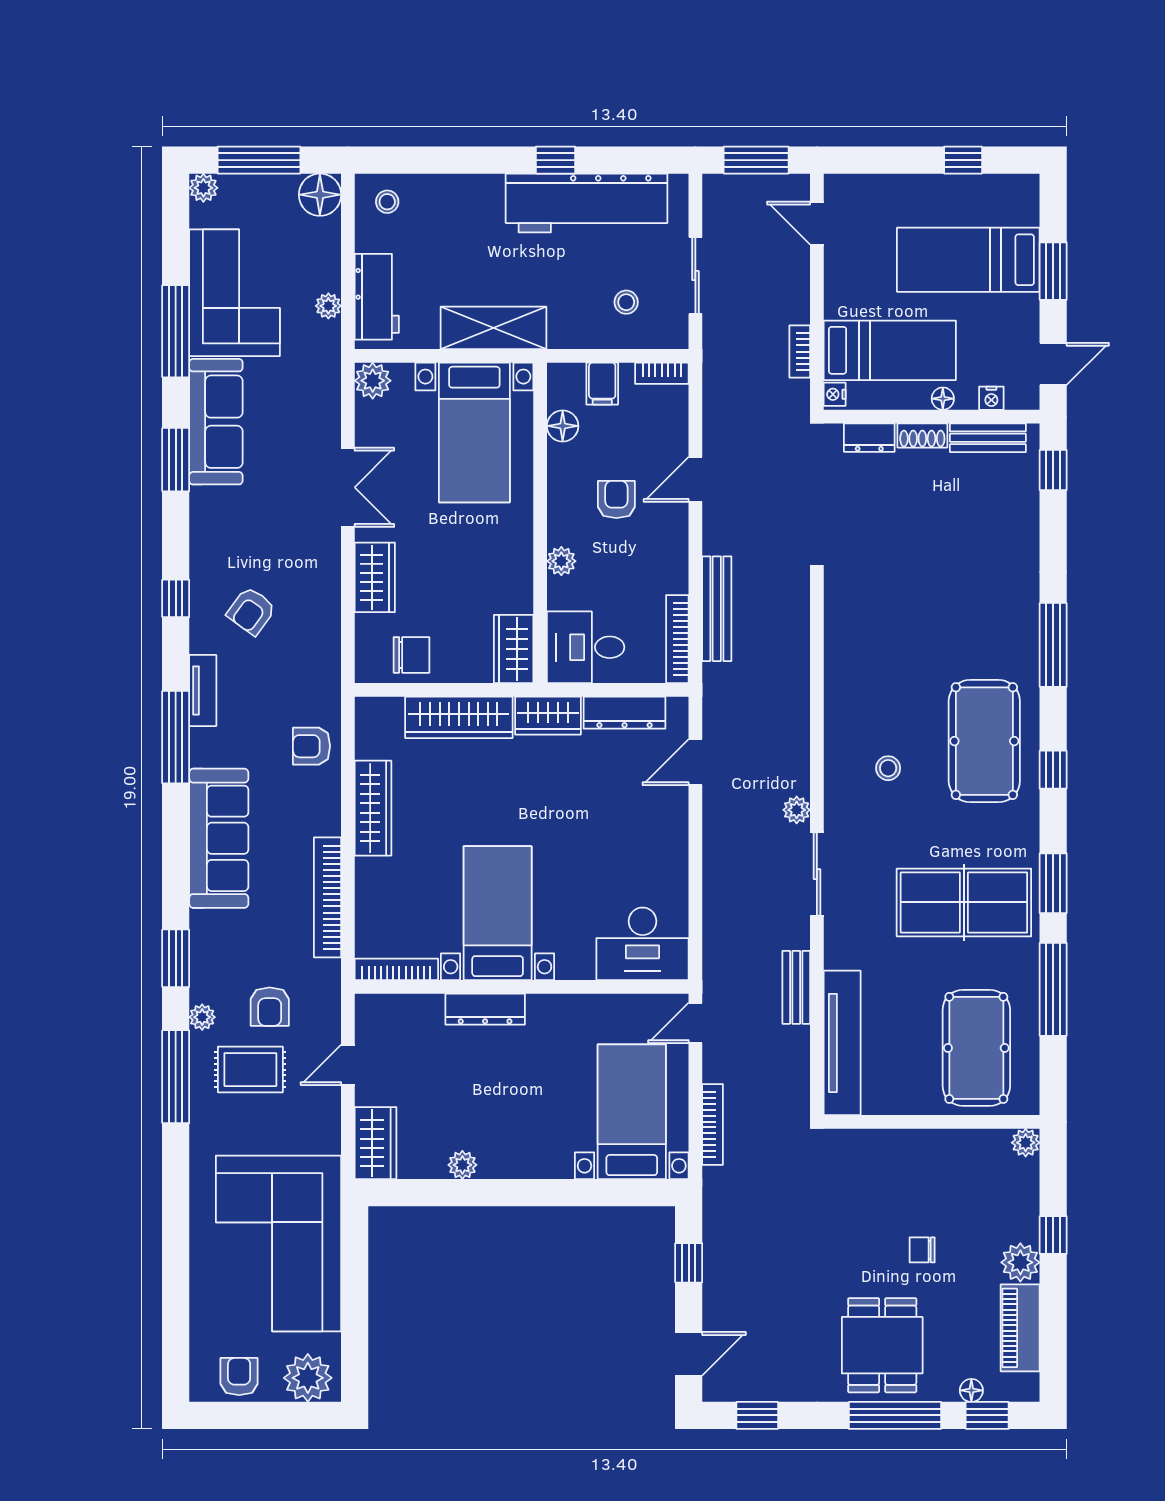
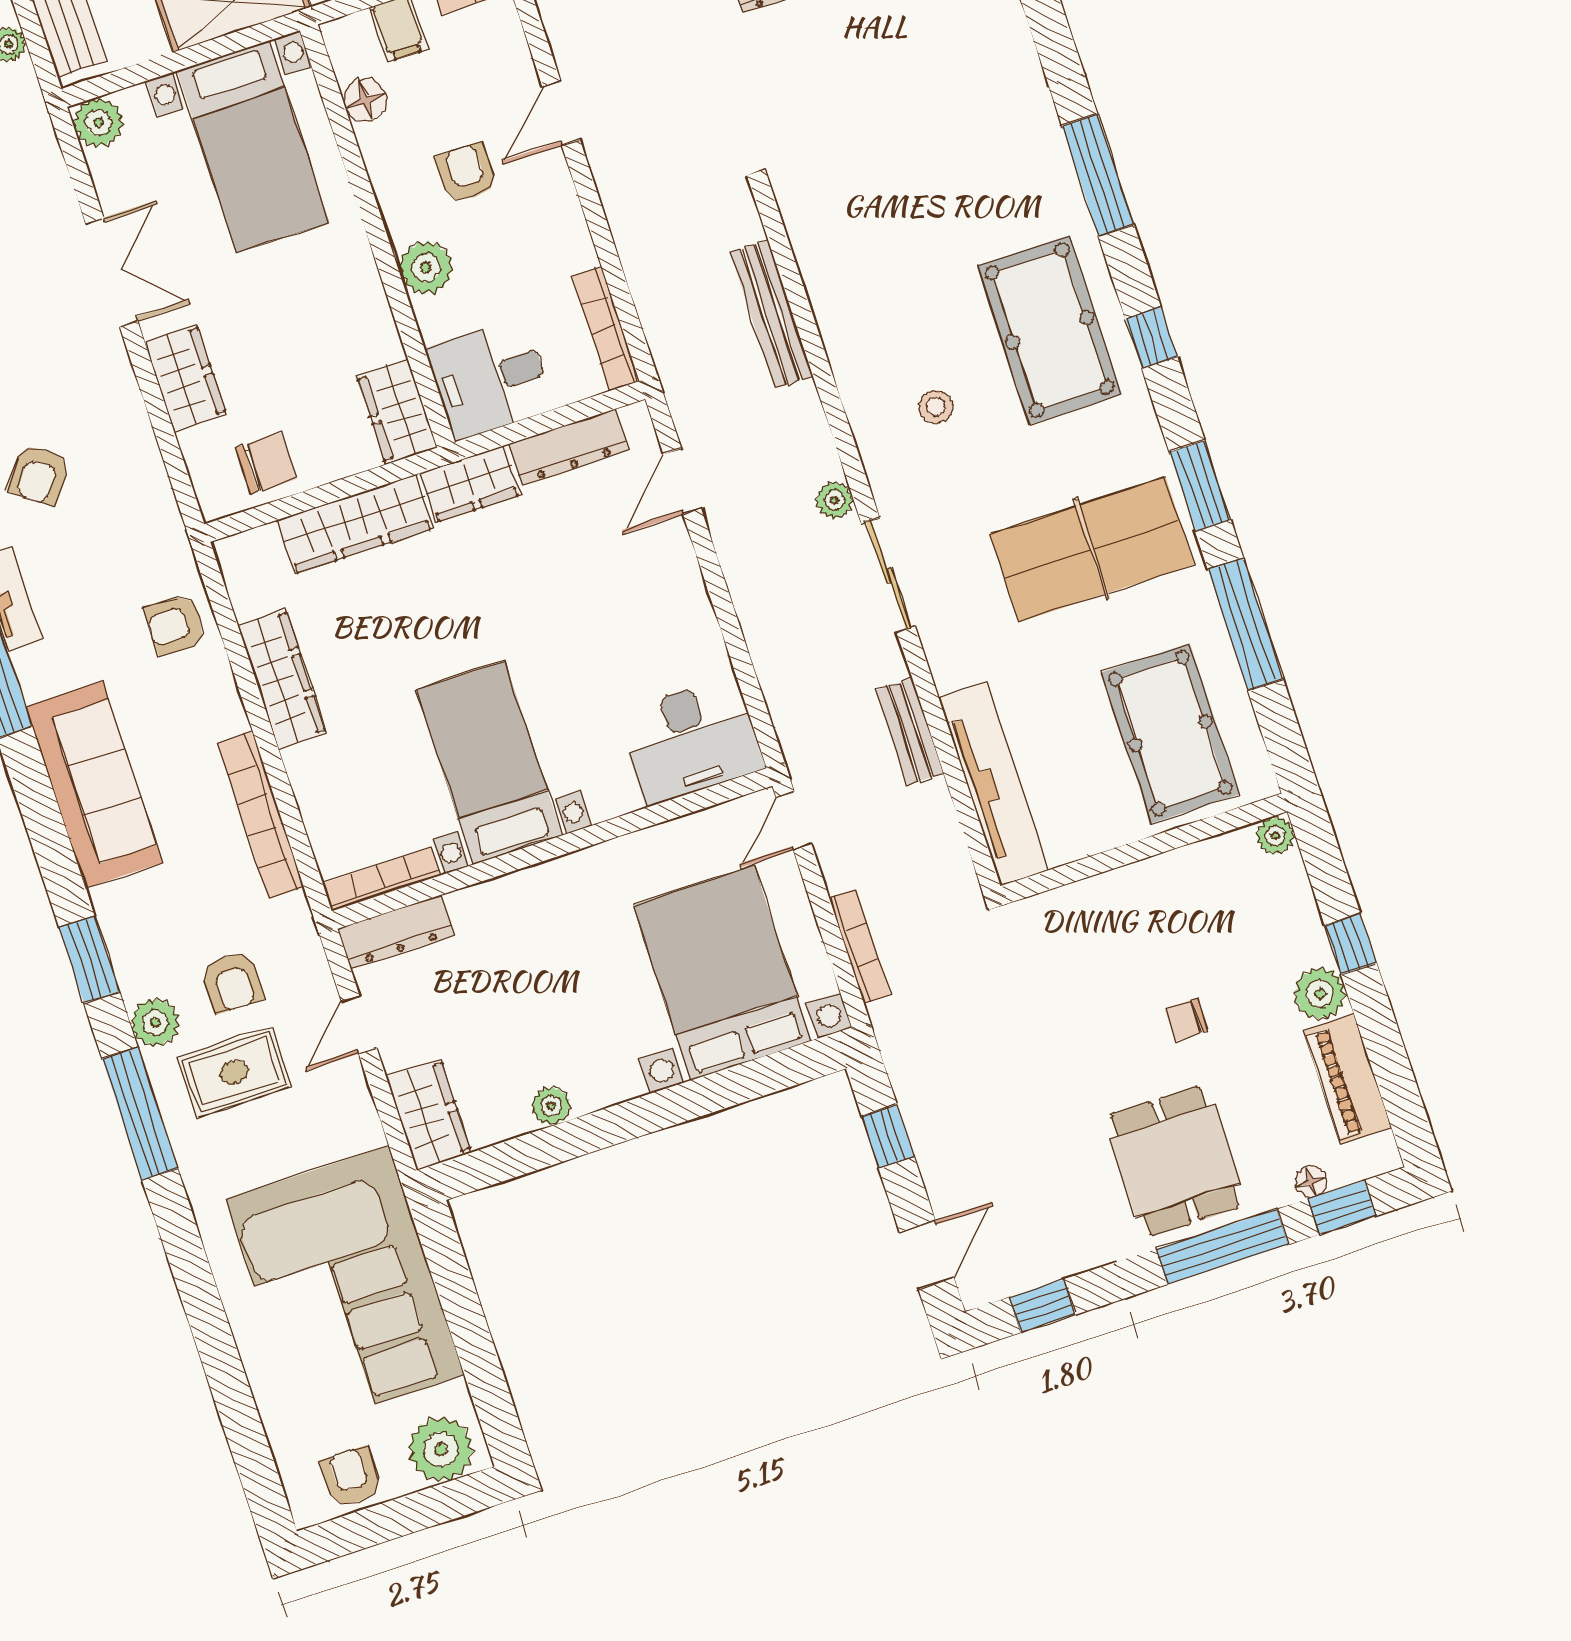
plant: (561, 561) -> (426, 268), width x1.38, depth x1.38
bench: (717, 609) -> (772, 314), moved
dresser: (485, 1009) -> (396, 932), moved
plant: (202, 1017) -> (155, 1023), width x1.38, depth x1.38
bed with nightstands: (632, 1112) -> (722, 973), width x1.36

